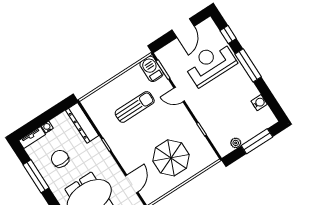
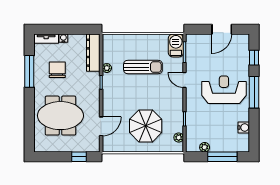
reception desk: (210, 64) -> (224, 90), moved
plant: (103, 129) -> (107, 68), added
plant: (207, 149) -> (179, 138), added

